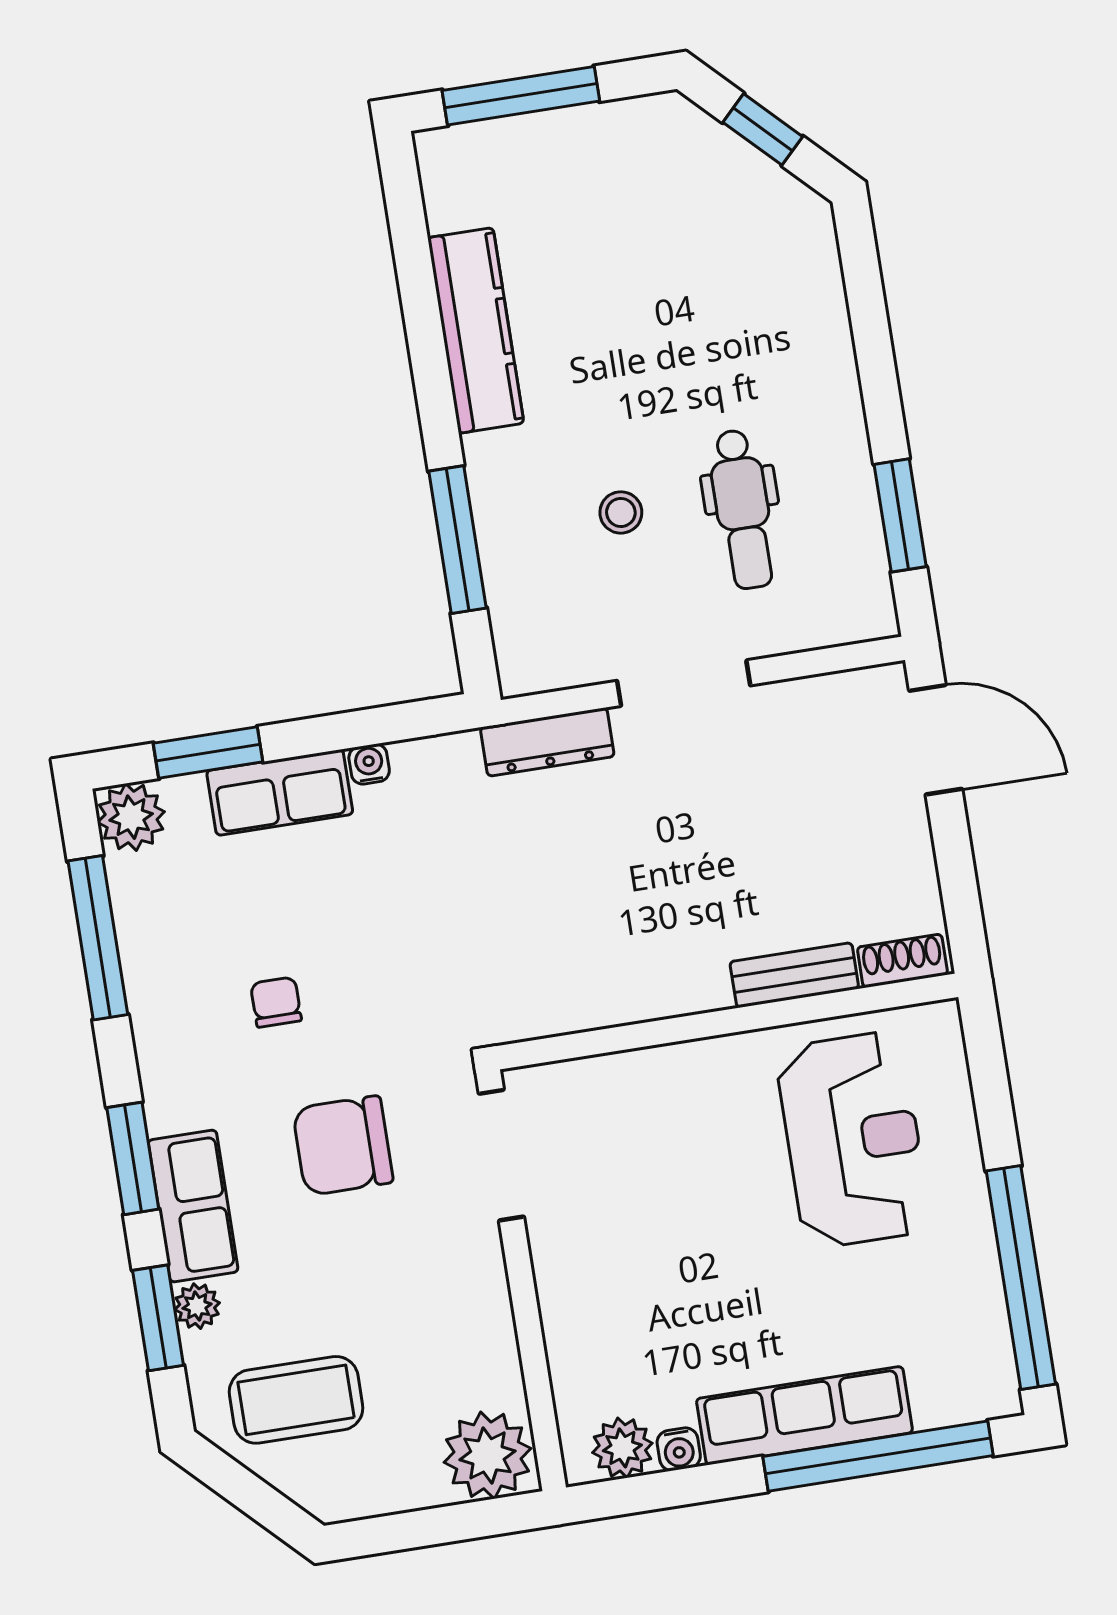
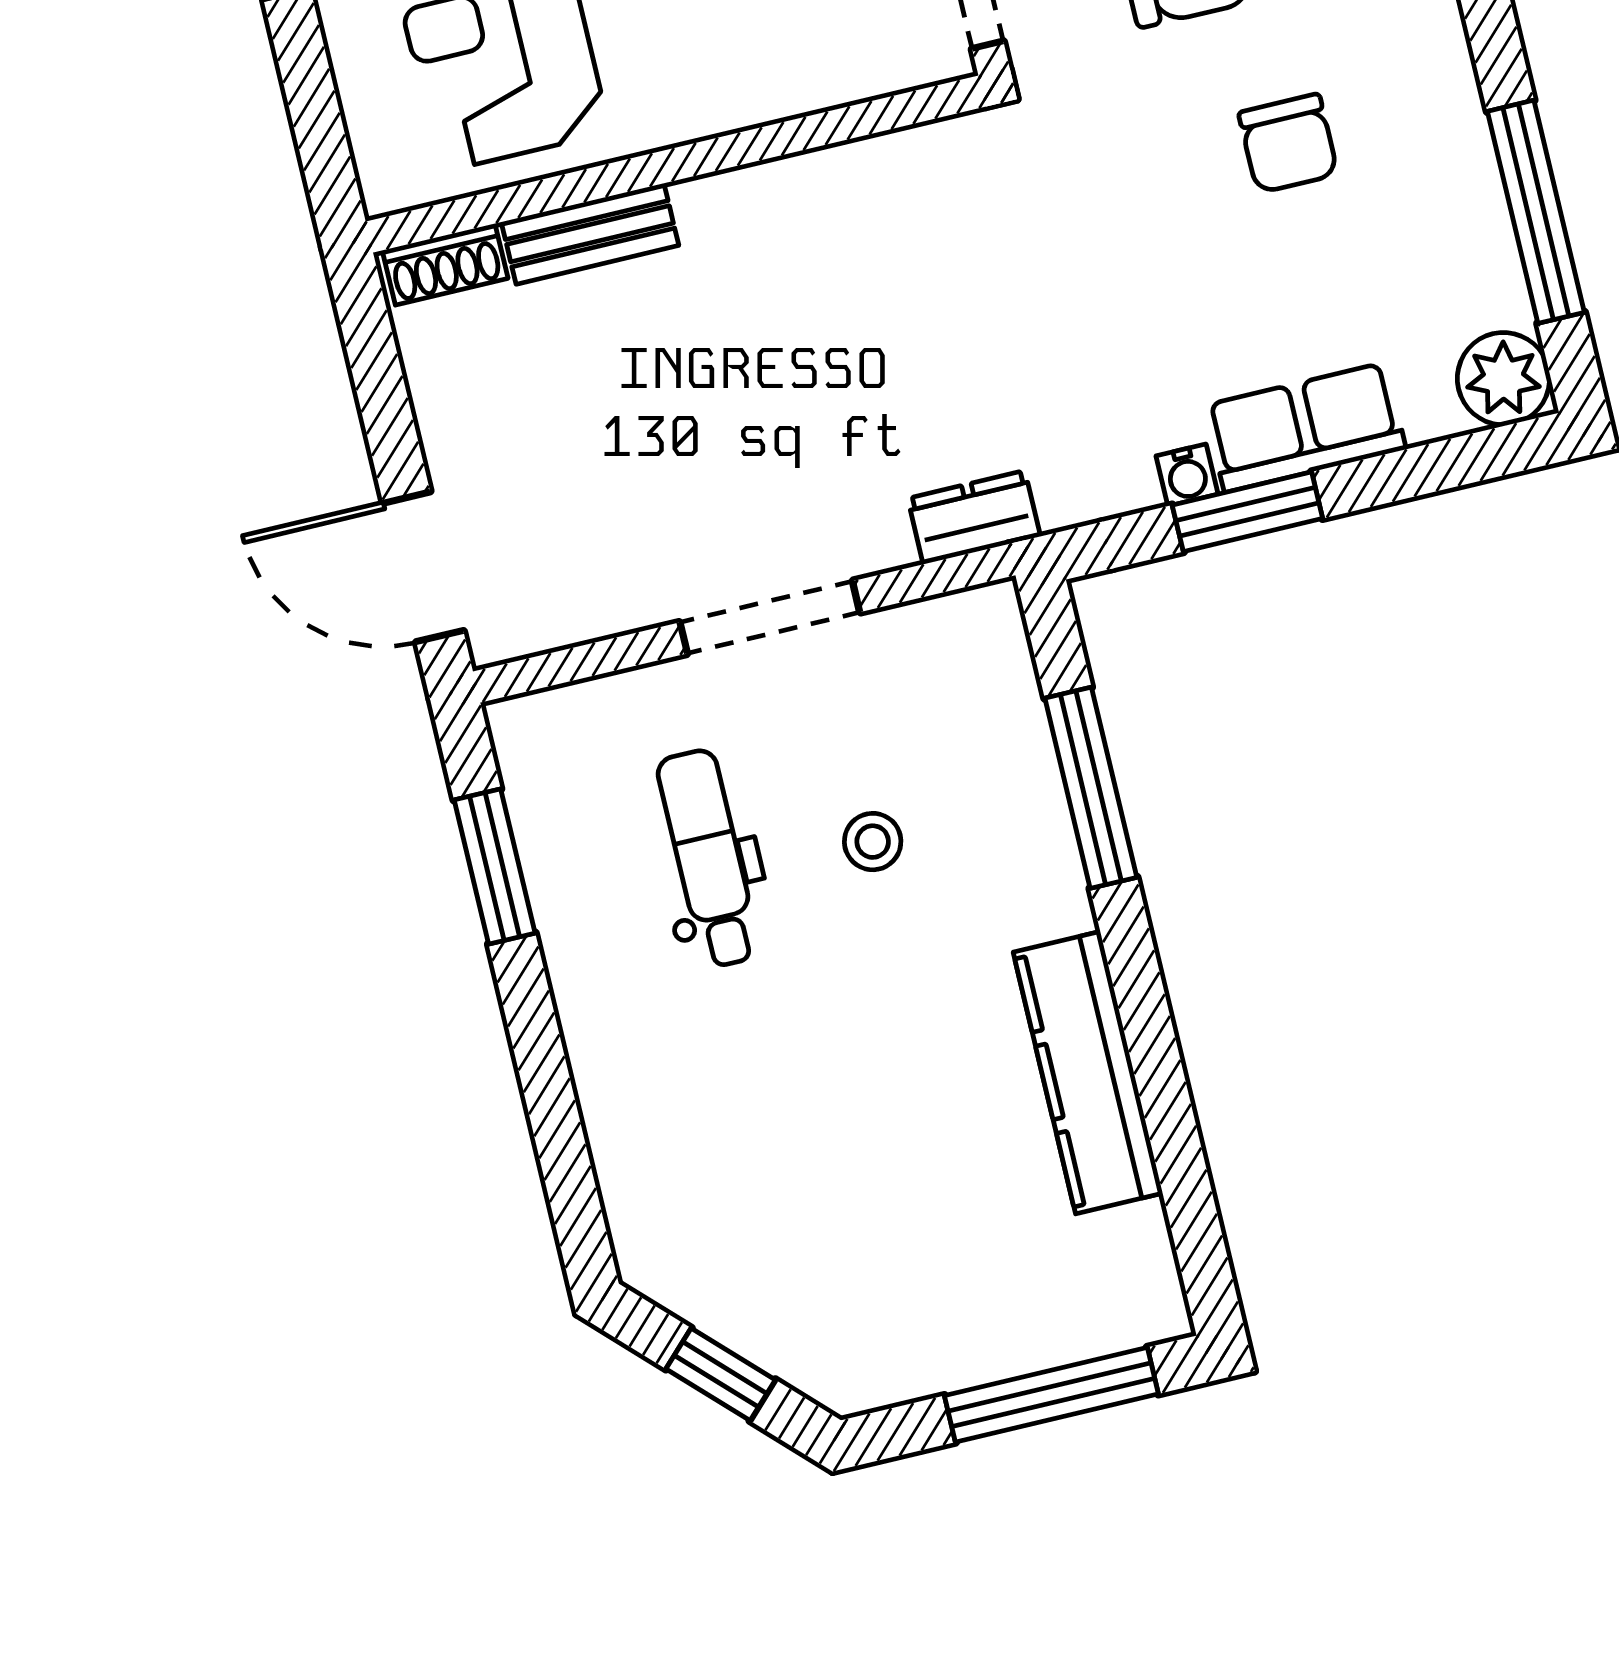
dresser: (547, 742) -> (974, 517), width x0.70
window: (208, 753) -> (1247, 512), moved
chair: (276, 1002) -> (1288, 143), width x1.37, depth x1.37

